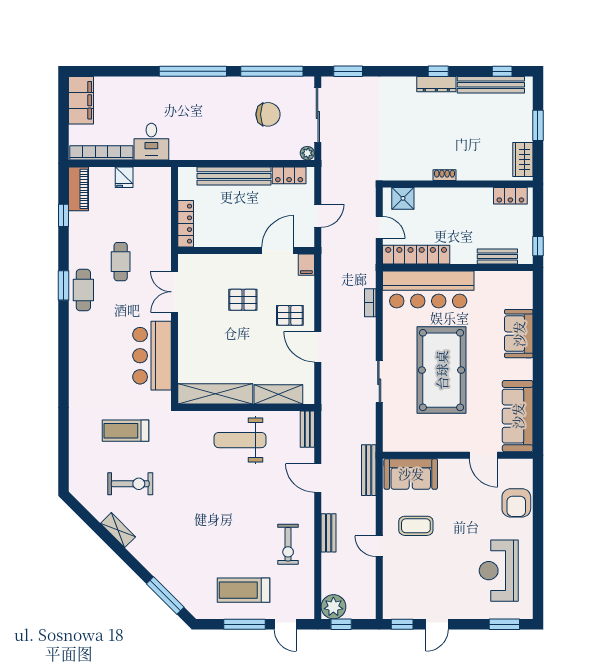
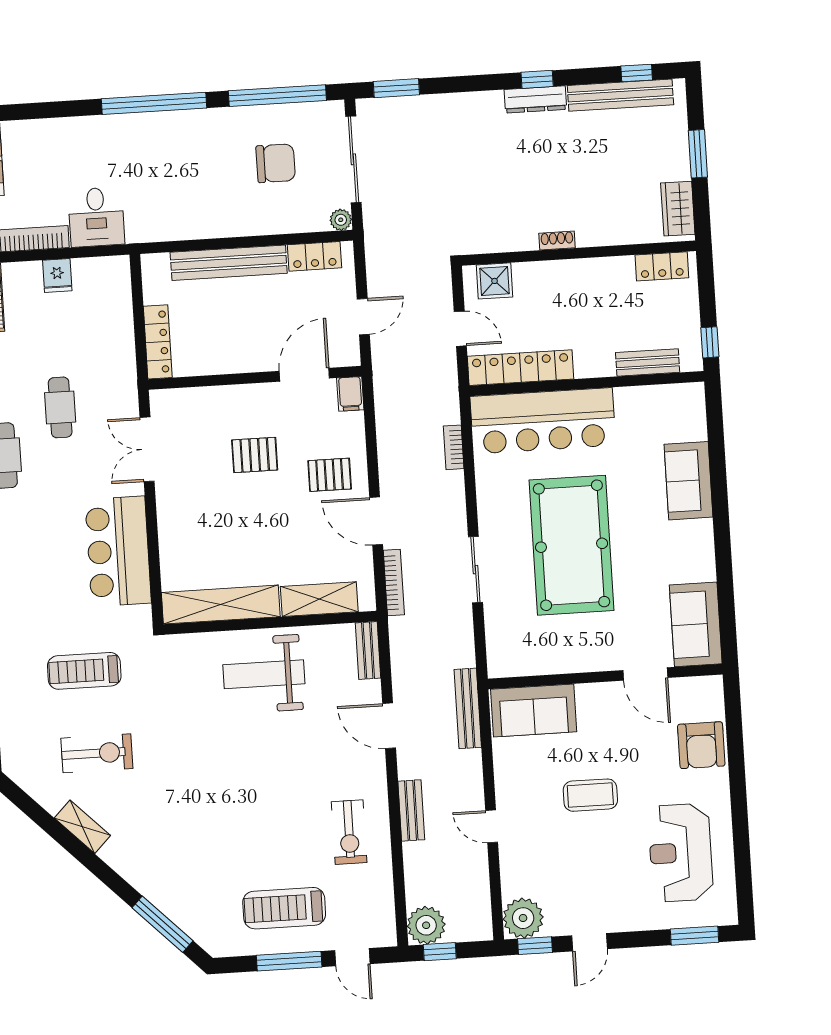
bookcase: (327, 387) -> (394, 582), added
sofa: (518, 416) -> (696, 624), width x0.73
coffee table: (416, 526) -> (590, 795), moved
plant: (396, 606) -> (523, 918), added

